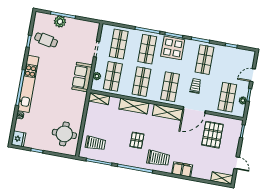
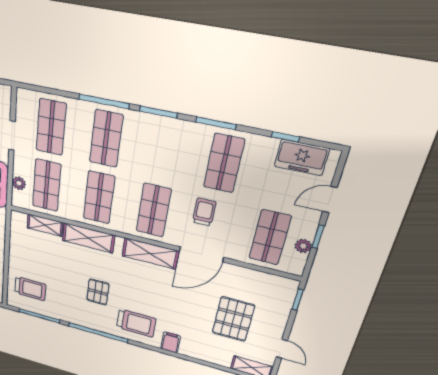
display table: (173, 48) -> (157, 138), removed
freezer: (239, 55) -> (302, 157), added
shelving: (99, 99) -> (45, 225), moved
pallet: (212, 135) -> (233, 319), moved
filing cabinet: (182, 169) -> (171, 342), width x0.50

